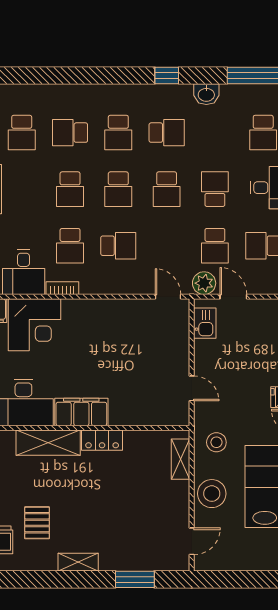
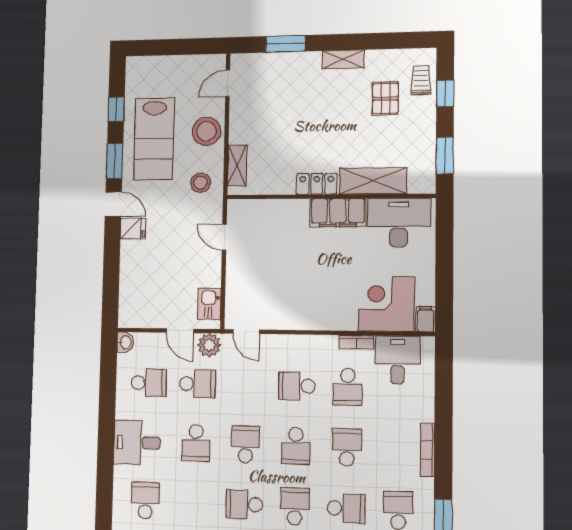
school desk: (118, 189) -> (296, 446), turned 180
school desk: (70, 246) -> (348, 387), turned 180
school desk: (215, 246) -> (197, 384), turned 90

